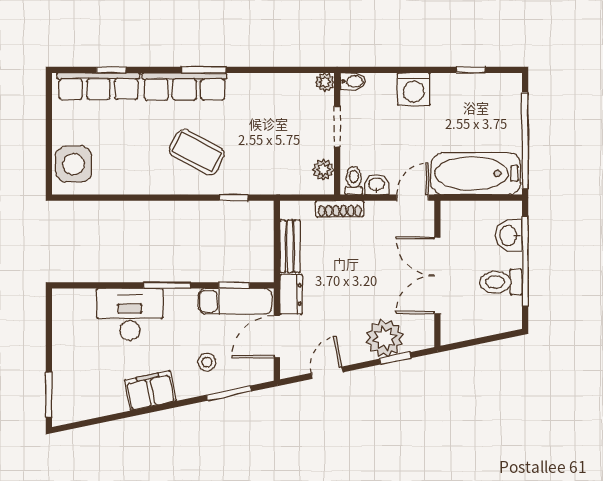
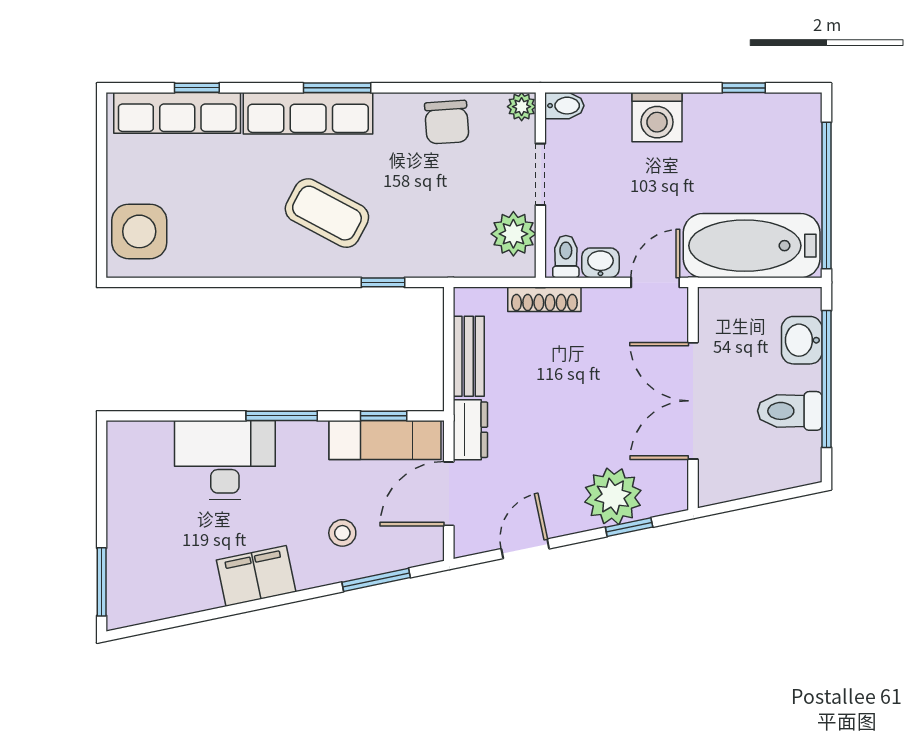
chair: (276, 92) -> (447, 122), added
plant: (323, 170) -> (513, 234), width x1.38, depth x1.38

